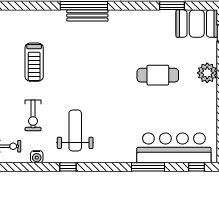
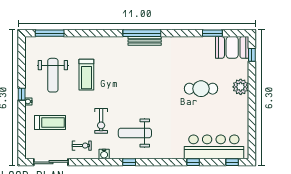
treadmill: (34, 62) -> (86, 75), moved
weight bench: (75, 130) -> (135, 133), turned -90
window: (148, 167) -> (193, 162), width x0.46

